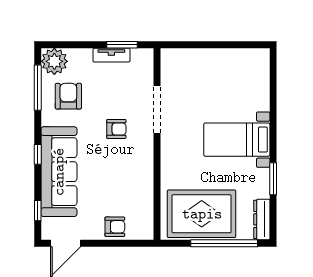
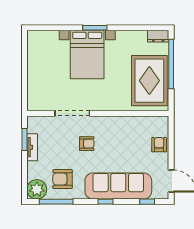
armchair: (116, 129) -> (87, 144), turned 90
bed with nightstands: (237, 140) -> (87, 55), width x1.36
window: (273, 179) -> (95, 28), moved
dresser: (262, 219) -> (158, 36), width x0.70

